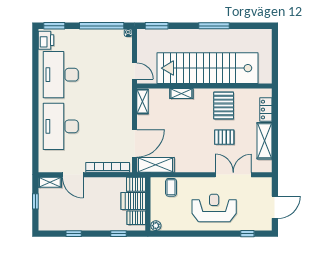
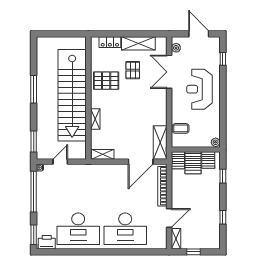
door: (134, 71) -> (60, 162), moved
pallet: (224, 137) -> (133, 70), moved
door: (134, 143) -> (141, 162), swing flipped
plant: (260, 182) -> (176, 48), added

